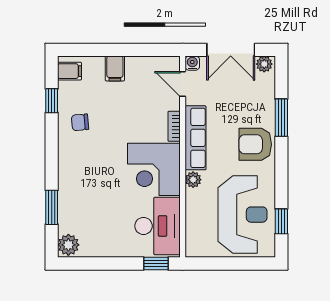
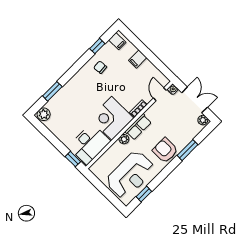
double door: (231, 50) -> (195, 100), swing flipped
row of seats: (195, 138) -> (138, 127), width x0.68

